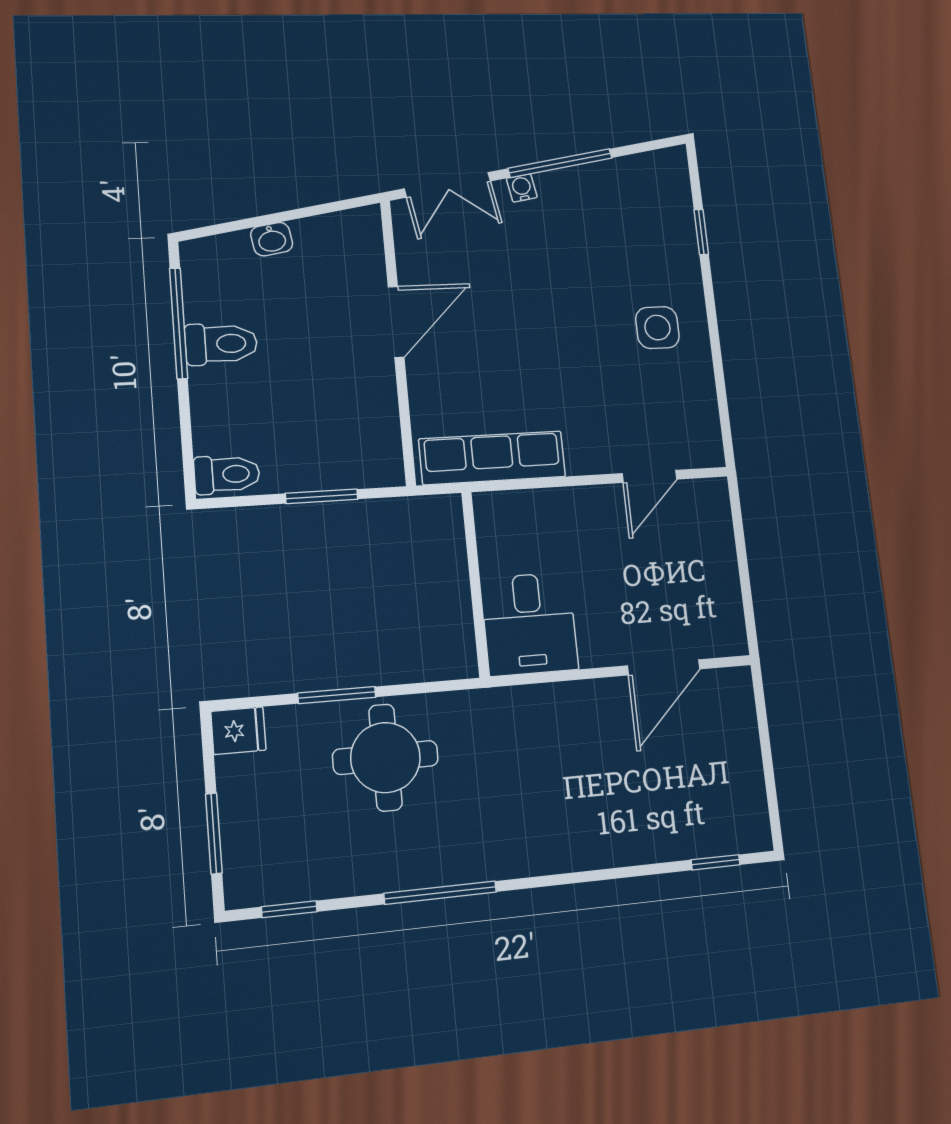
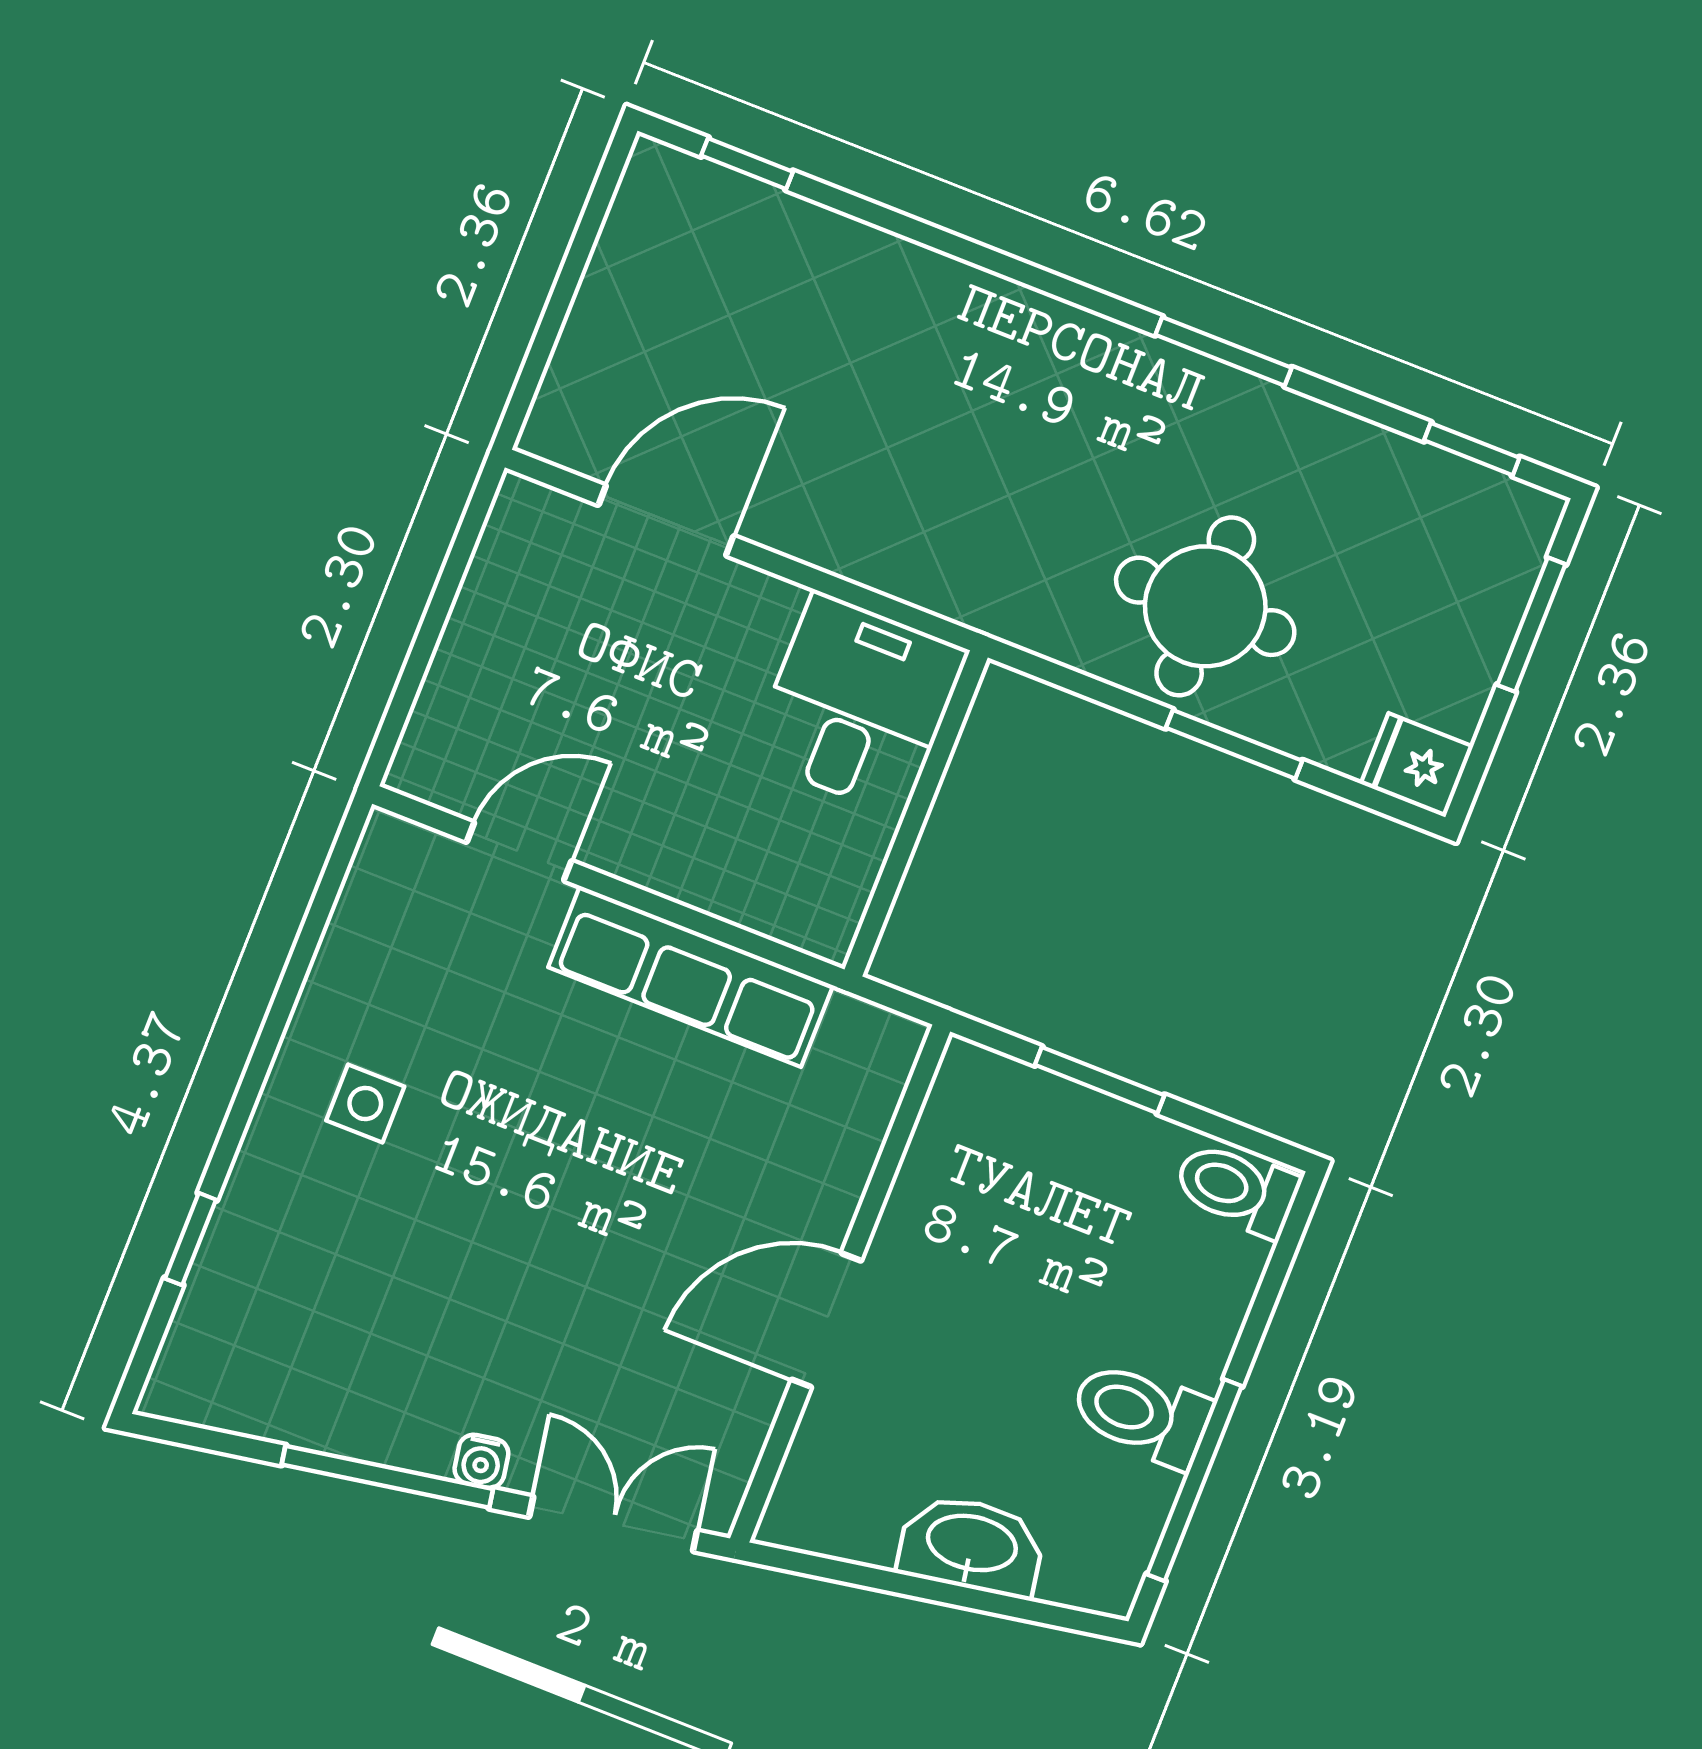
washbasin: (272, 239) -> (971, 1545), width x1.91, depth x1.45
side table: (657, 328) -> (365, 1103), width x0.73, depth x0.73
row of seats: (492, 458) -> (691, 976), moved
window: (440, 893) -> (1223, 351), width x0.69

